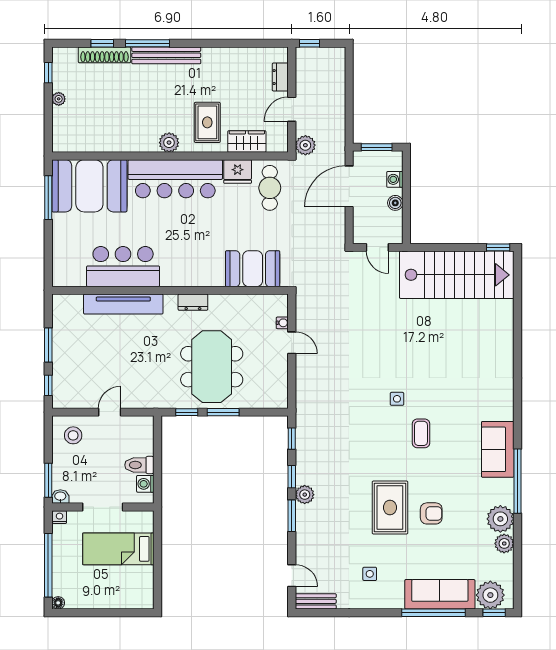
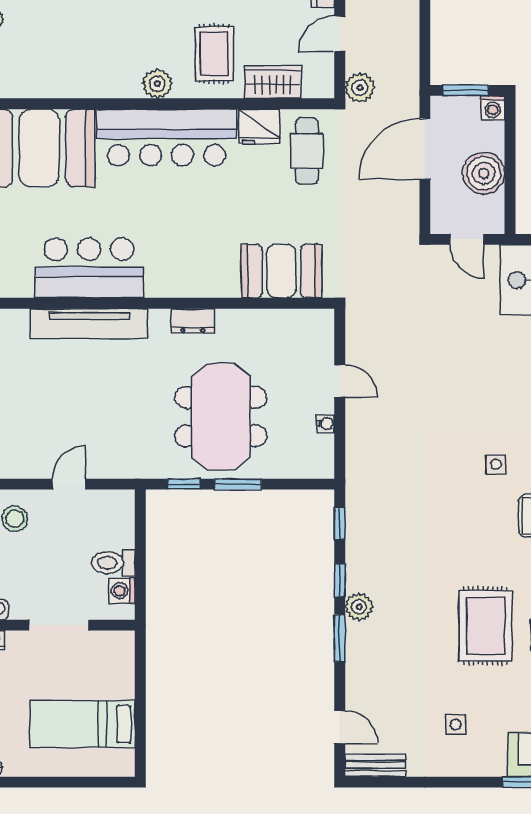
washing machine: (395, 179) -> (493, 108), moved, turned -90
boiler: (395, 203) -> (484, 173), width x1.86, depth x1.86
water cooler: (282, 323) -> (326, 424), moved
bed: (118, 549) -> (82, 724), moved

